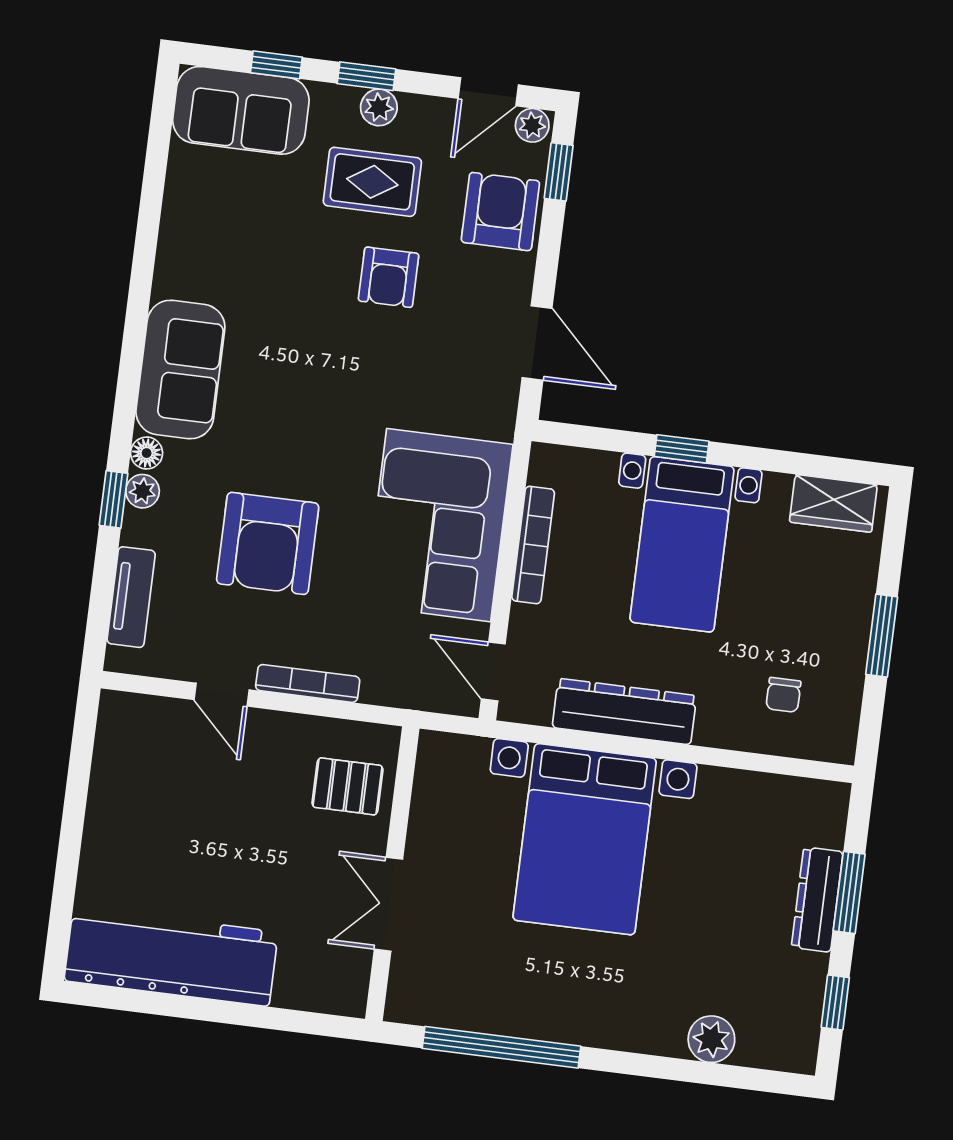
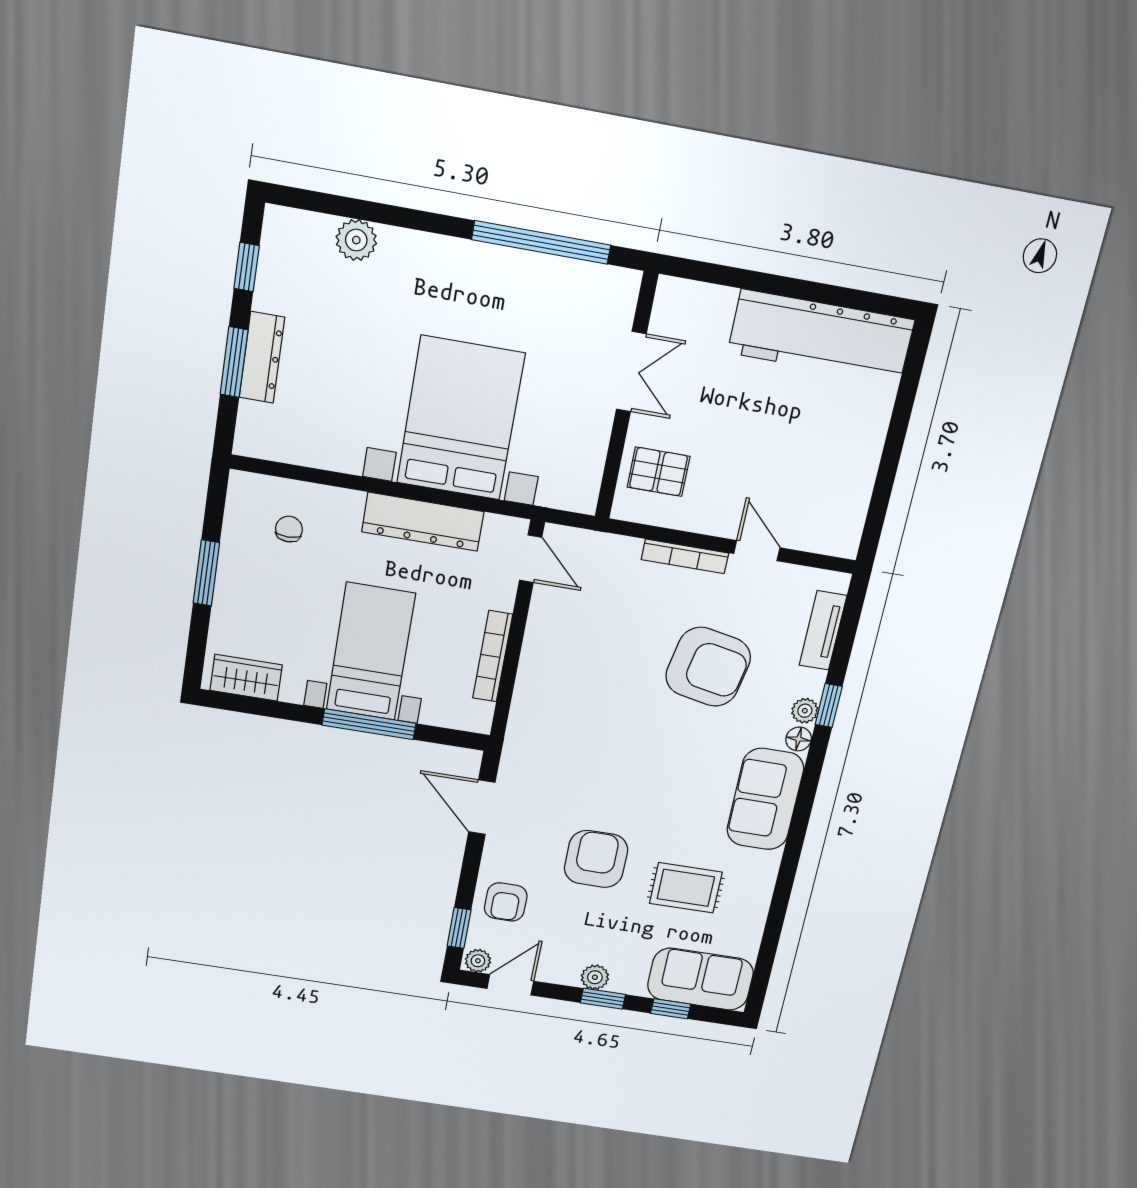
rug: (372, 182) -> (686, 888), moved
armchair: (500, 212) -> (506, 902), width x0.72, depth x0.72
armchair: (389, 277) -> (596, 859), width x1.38, depth x1.38
window: (682, 449) -> (369, 724), width x2.17
corner sofa: (439, 525) -> (569, 675), removed
armchair: (268, 543) -> (708, 667), turned 101

